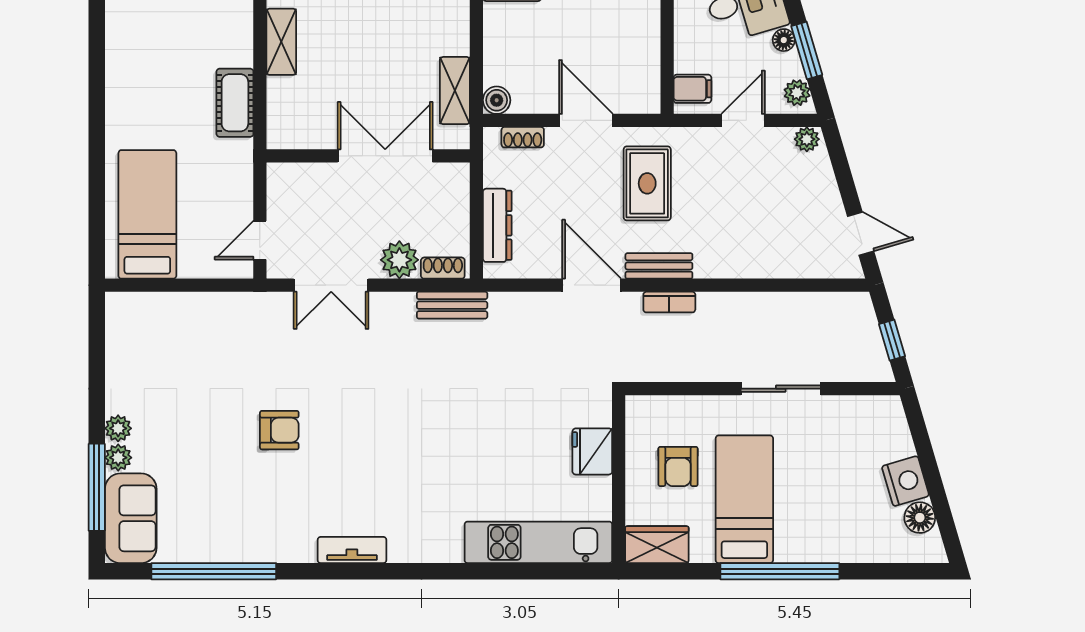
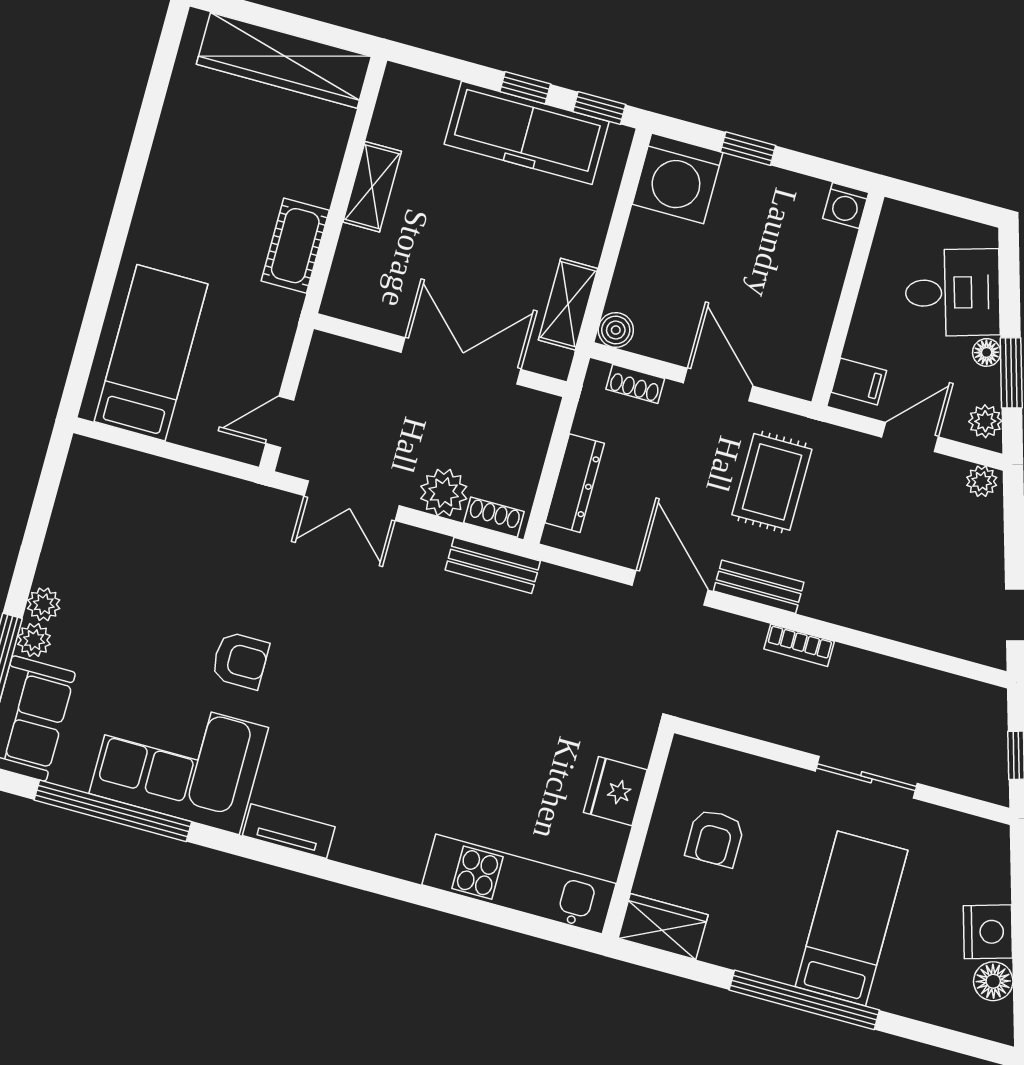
bookcase: (669, 302) -> (799, 645), moved
bed: (744, 499) -> (852, 918), moved
corner sofa: (253, 519) -> (179, 761), added

